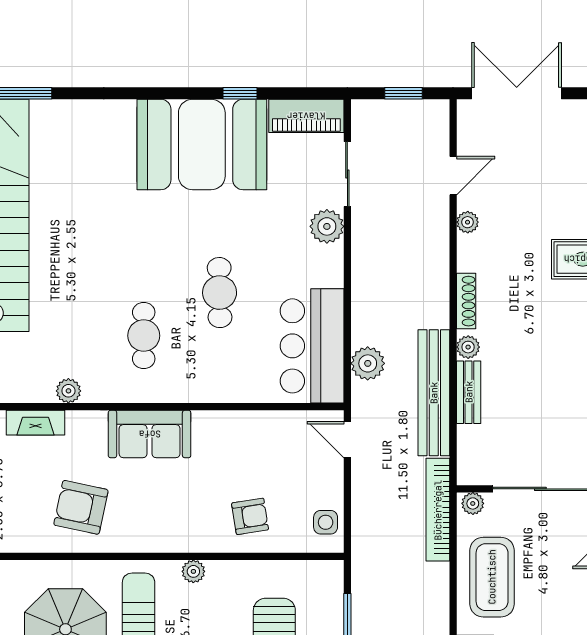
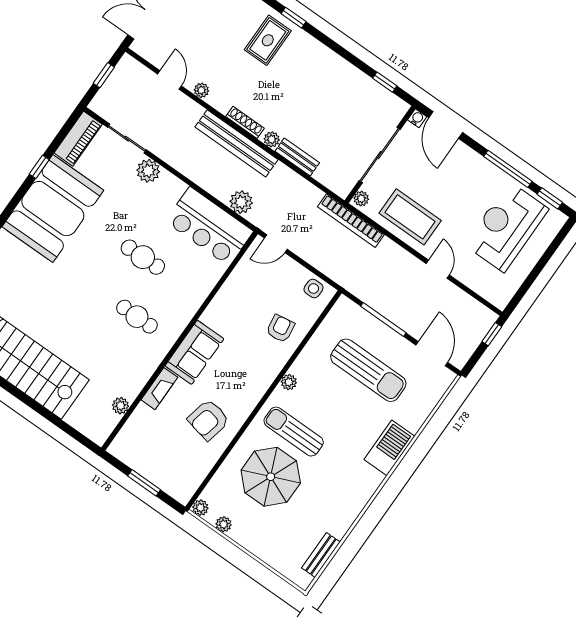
plant: (68, 391) -> (121, 406), moved
bench: (434, 393) -> (236, 143), moved
fireplace: (35, 423) -> (159, 389), moved

